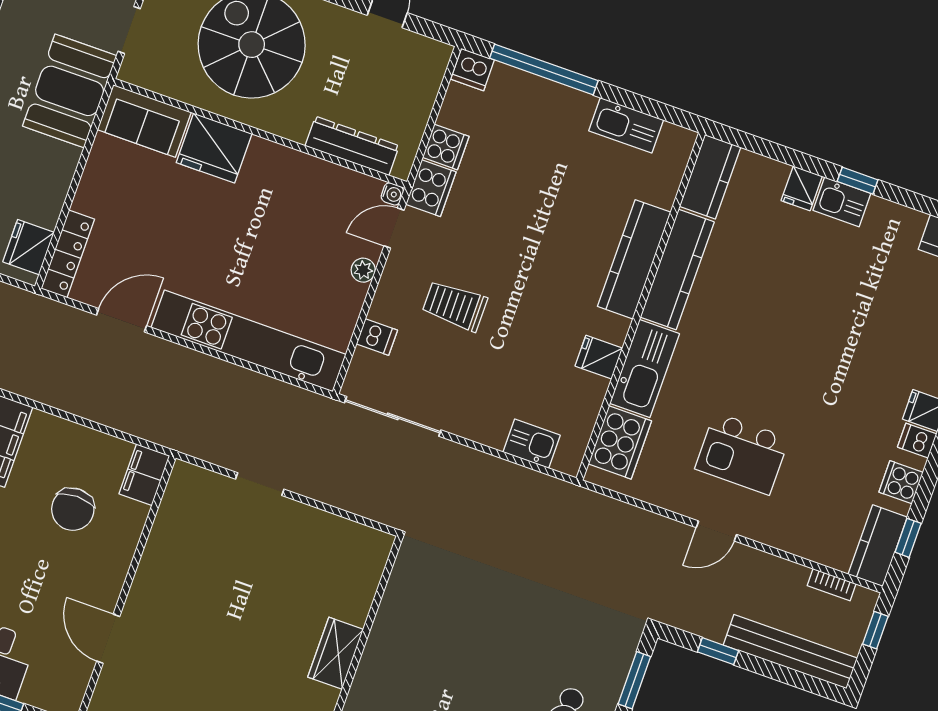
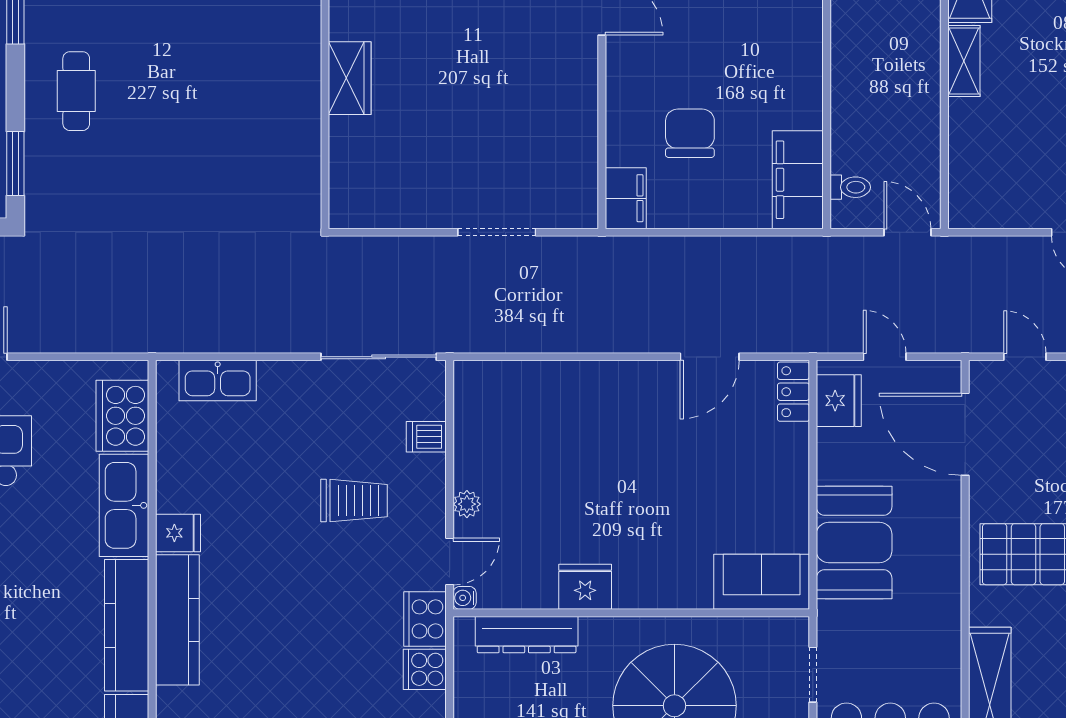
booth: (70, 91) -> (854, 543), moved
fridge: (214, 148) -> (585, 587), moved, width x0.73, depth x0.75
locker: (68, 254) -> (793, 392), width x0.66
kitchen unit: (249, 341) -> (564, 383), removed
fridge: (599, 357) -> (178, 533), moved
kitchen sink: (532, 444) -> (218, 381), width x1.38
doorway: (260, 484) -> (497, 232), width x1.38

